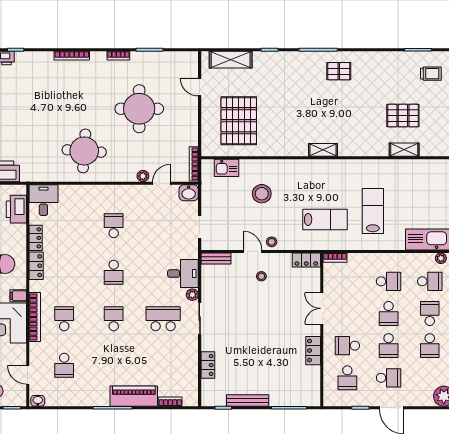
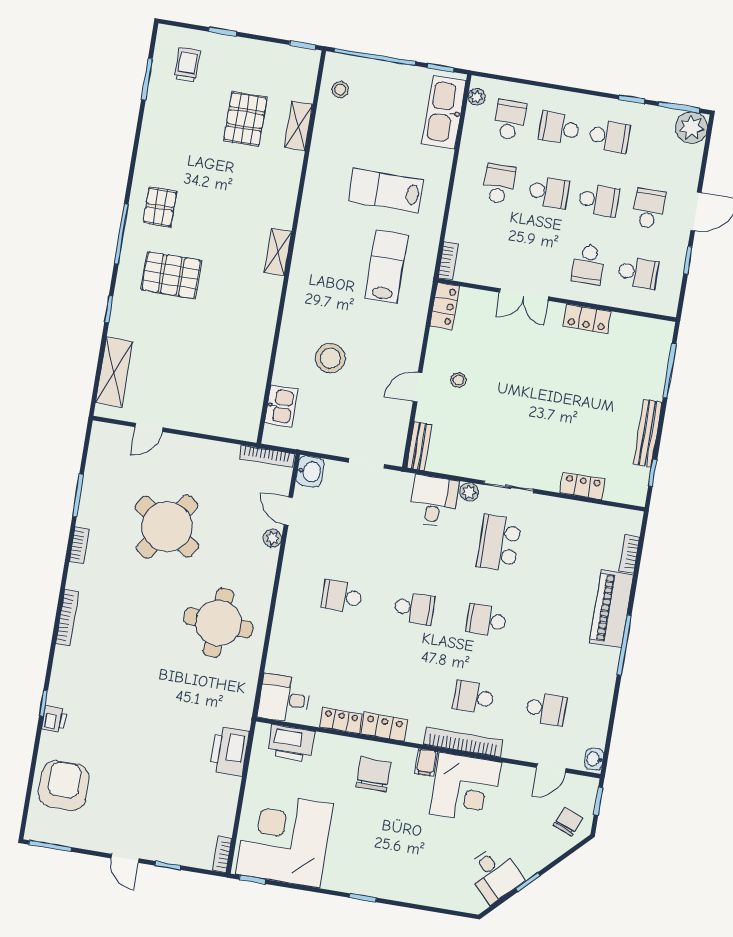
round table: (139, 109) -> (167, 527), turned 34
pallet: (239, 121) -> (171, 275), moved, width x0.73, depth x0.71
stool: (272, 242) -> (340, 89), moved

